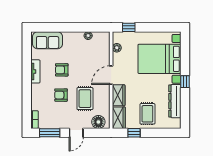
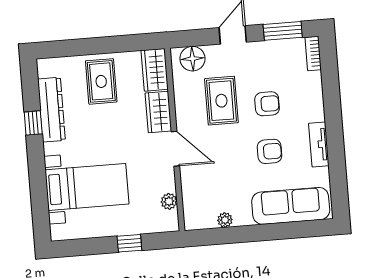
window: (129, 27) -> (129, 243), moved
sofa: (48, 40) -> (291, 206), width x1.36
bed with nightstands: (159, 59) -> (87, 187), width x0.73
door: (111, 75) -> (175, 149), hinge flipped
window: (185, 82) -> (33, 123), moved
window: (134, 133) -> (124, 44), removed

